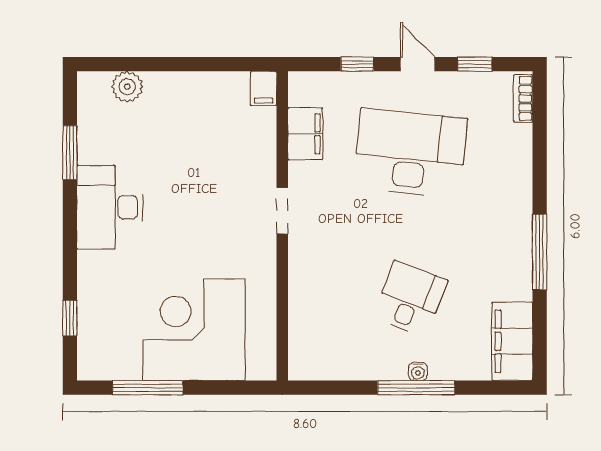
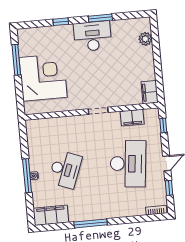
window: (357, 64) -> (163, 125), moved
filing cabinet: (264, 88) -> (150, 92), width x2.00
window: (70, 153) -> (100, 18), moved
desk: (410, 299) -> (65, 169), width x1.37
window: (70, 318) -> (61, 22), moved

